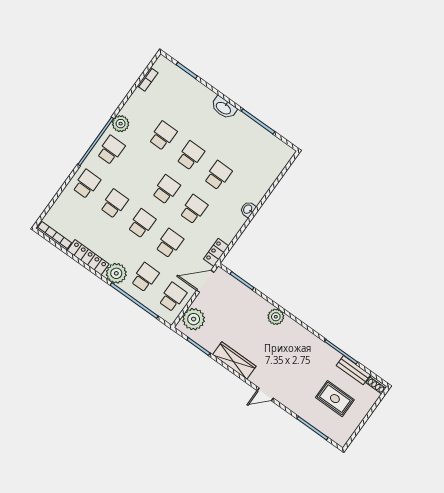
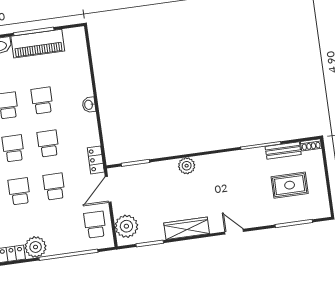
piano: (253, 133) -> (38, 44), added
school desk: (145, 277) -> (60, 229), removed
door: (265, 394) -> (234, 232), swing flipped

